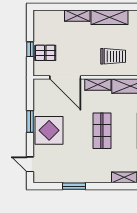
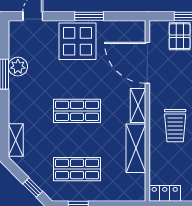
door: (65, 77) -> (147, 63), hinge flipped
plant: (68, 176) -> (18, 67), added

